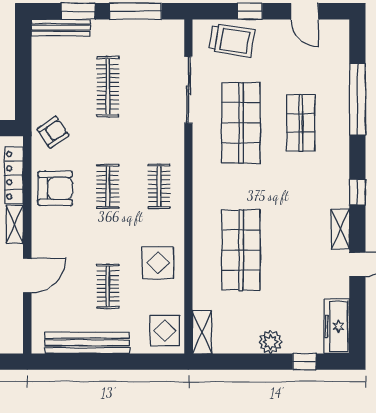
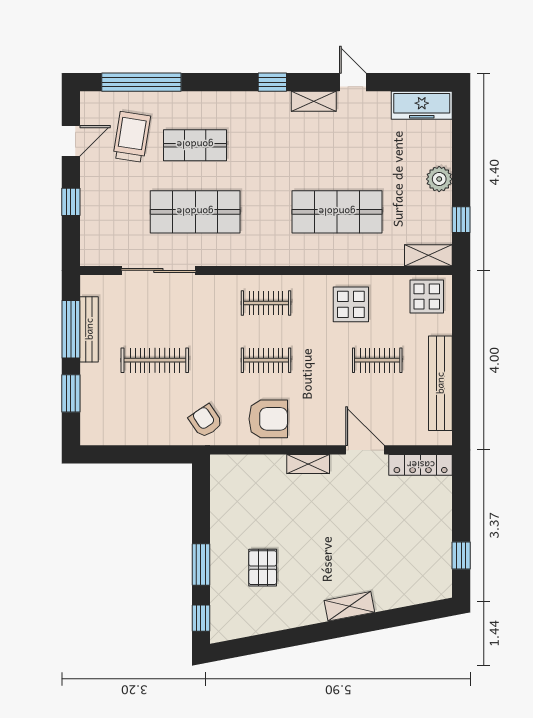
bench: (61, 28) -> (89, 329), moved
trolley: (232, 40) -> (132, 137), moved
window: (357, 99) -> (141, 82), moved
locker: (14, 175) -> (421, 465), moved
armchair: (55, 188) -> (268, 419), turned 90
window: (304, 362) -> (461, 220), moved

